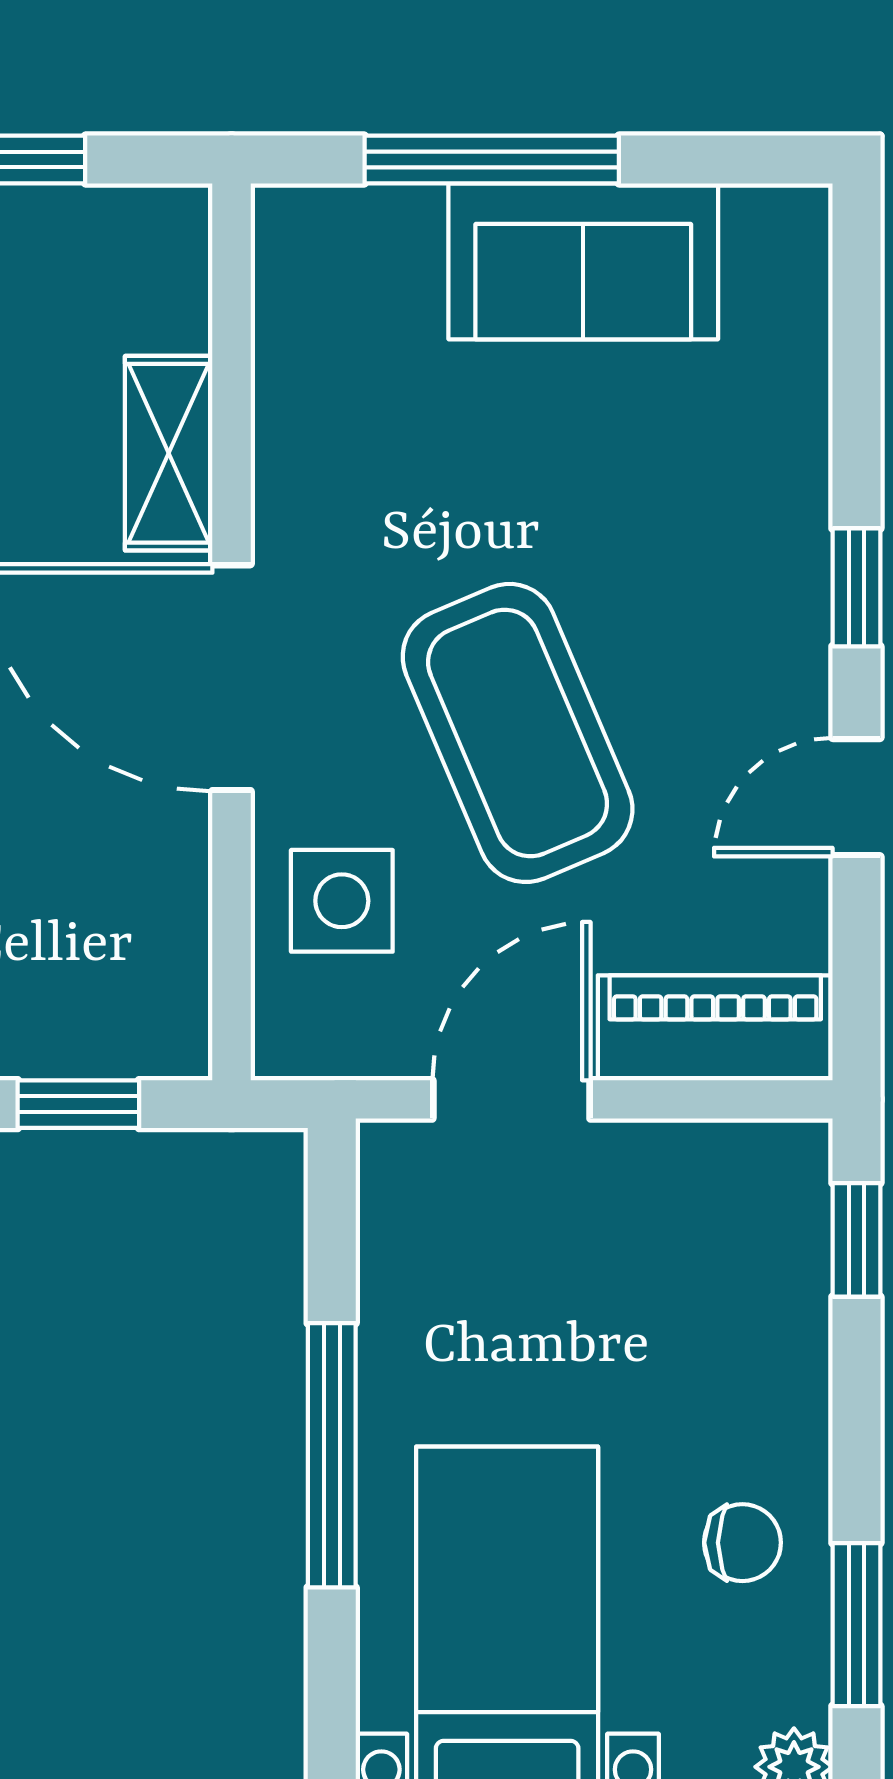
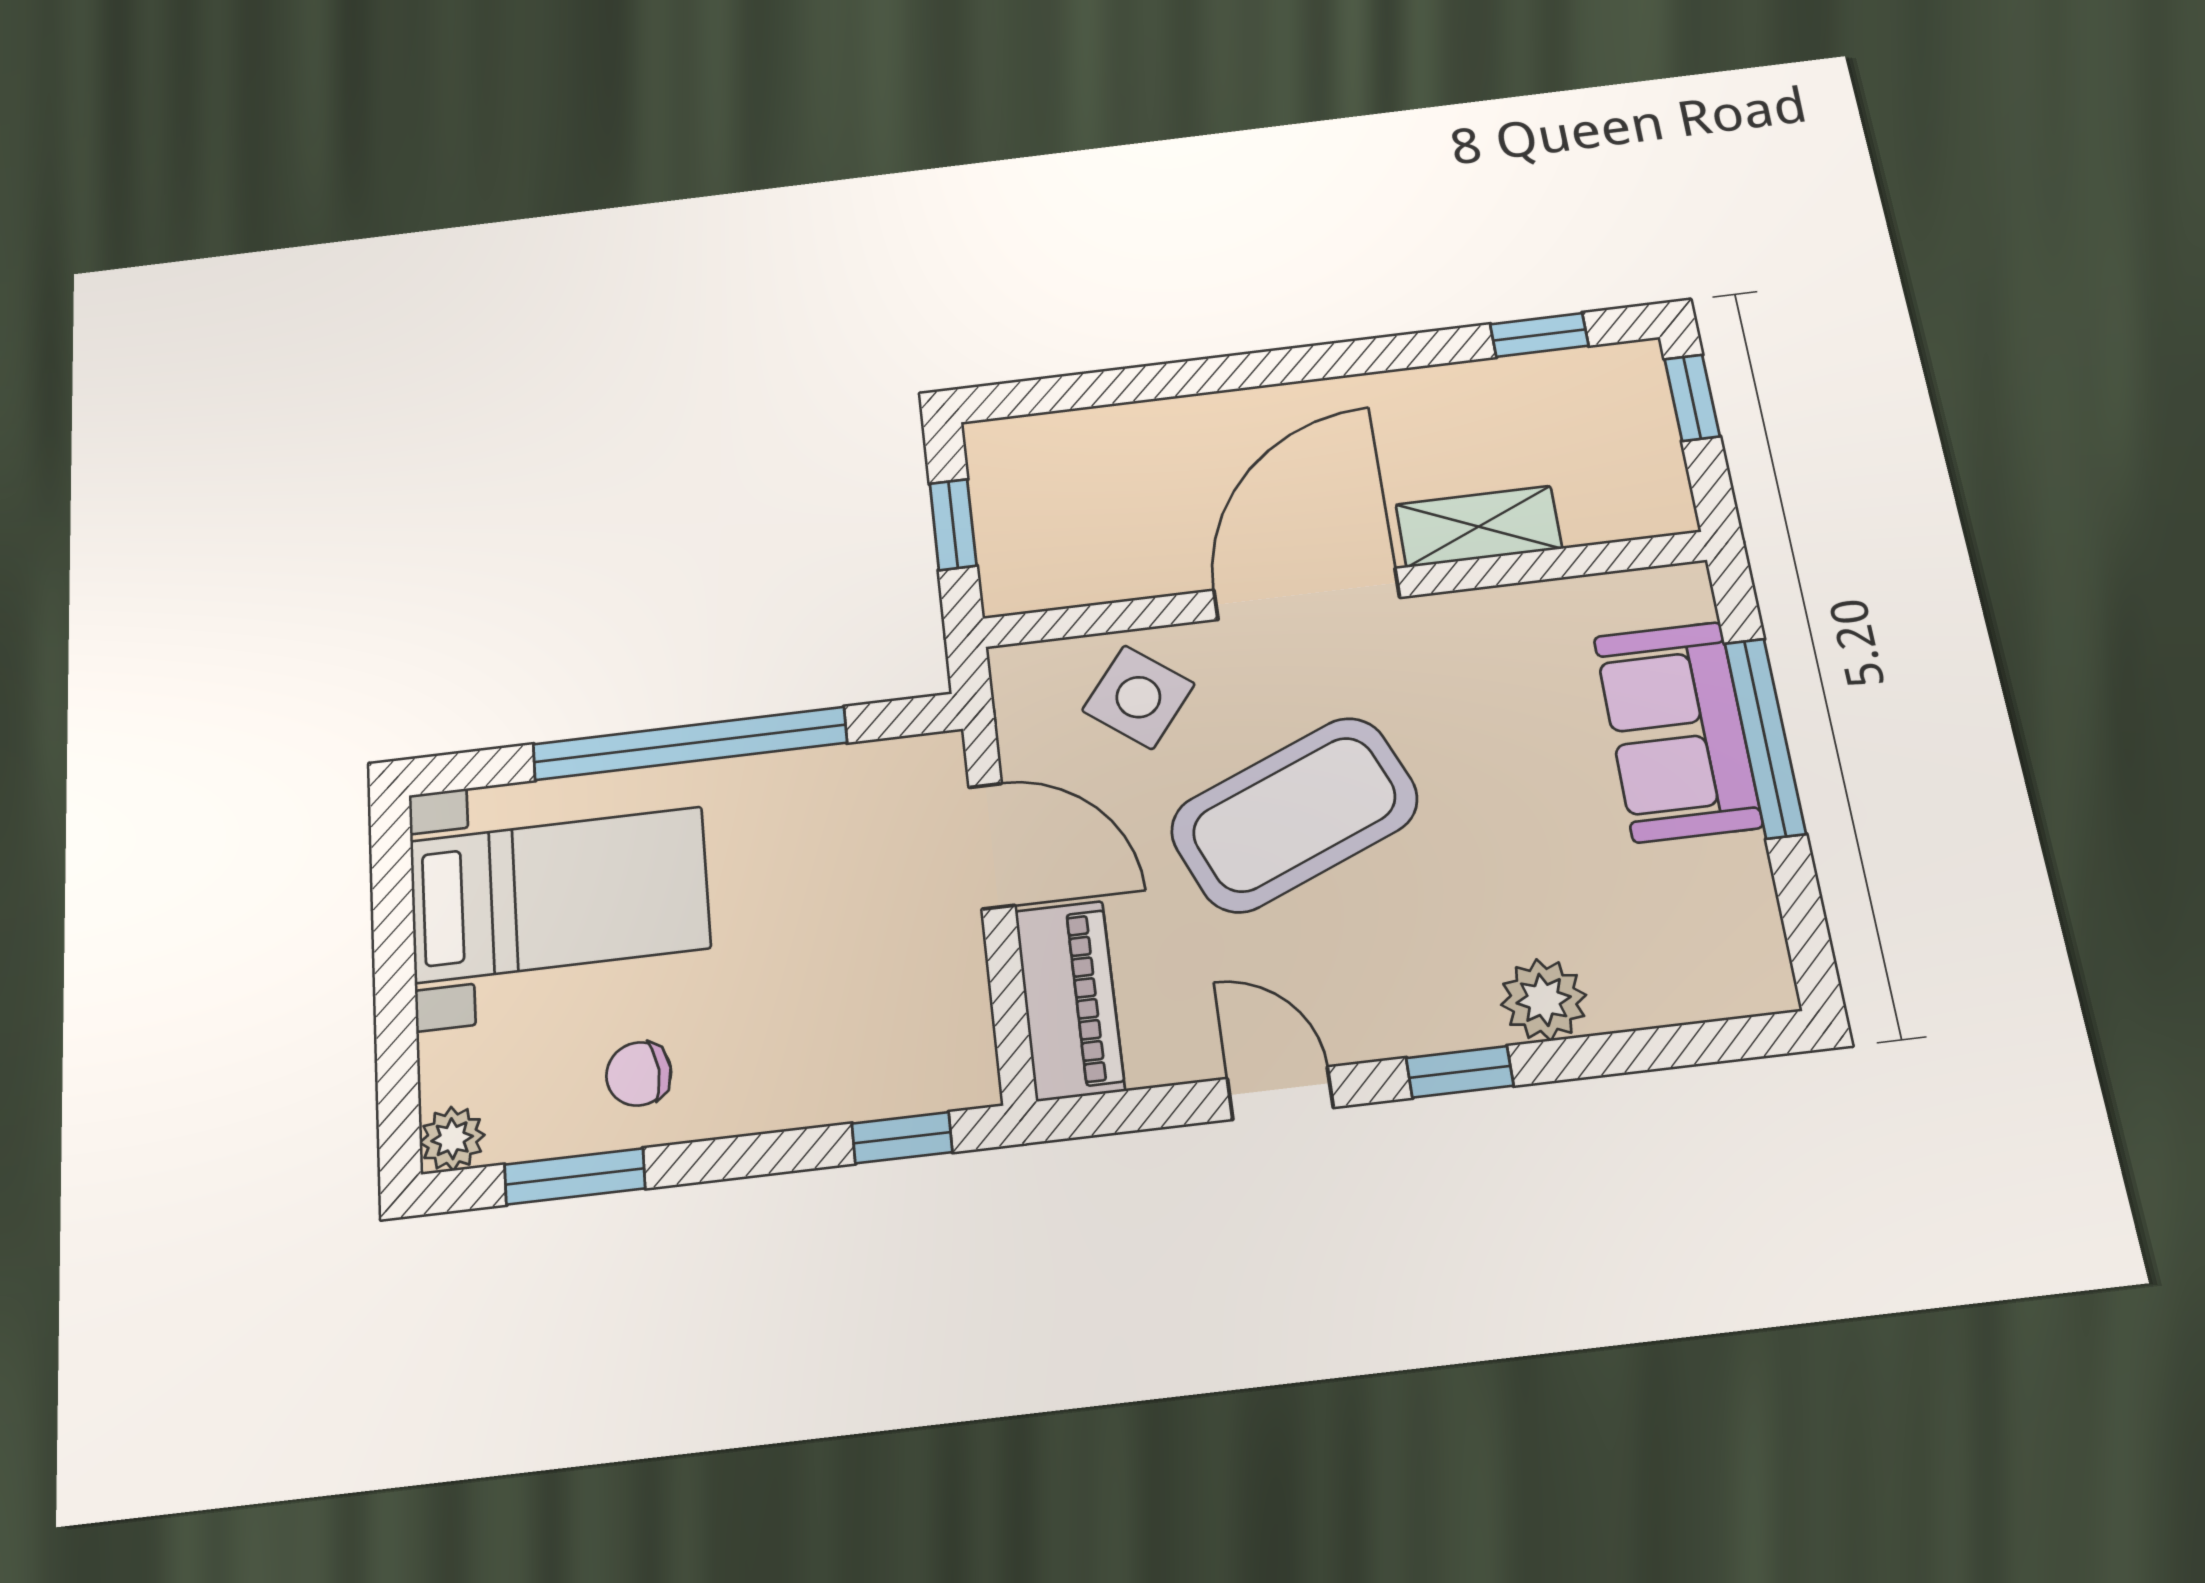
sofa: (583, 261) -> (1677, 731), moved
plant: (783, 477) -> (1544, 1000), added
side table: (342, 901) -> (1138, 697), turned 38
window: (332, 1455) -> (690, 743), width x1.46
chair: (742, 1543) -> (639, 1074), turned 85

